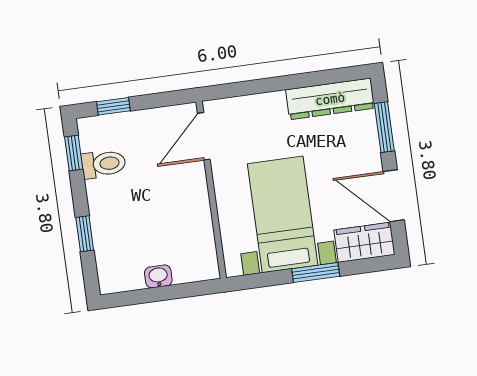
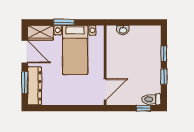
dresser: (330, 99) -> (35, 86), moved, turned 90
window: (74, 153) -> (164, 77), moved
toilet: (104, 164) -> (151, 99), moved
washbasin: (158, 276) -> (123, 30), moved

